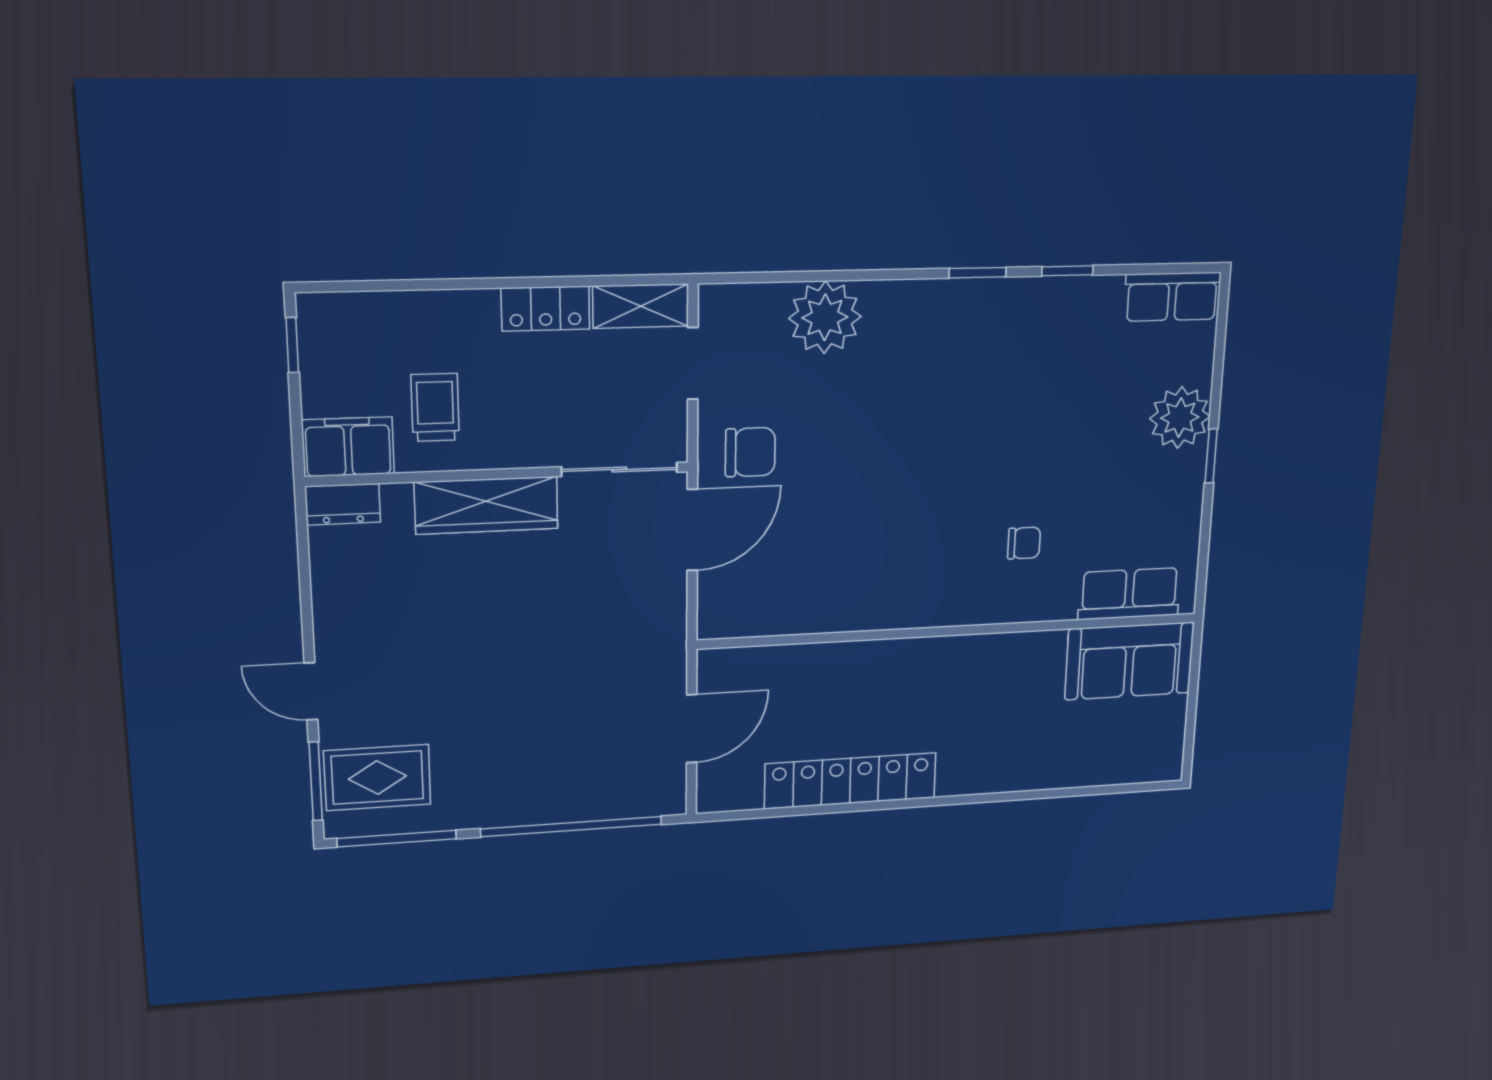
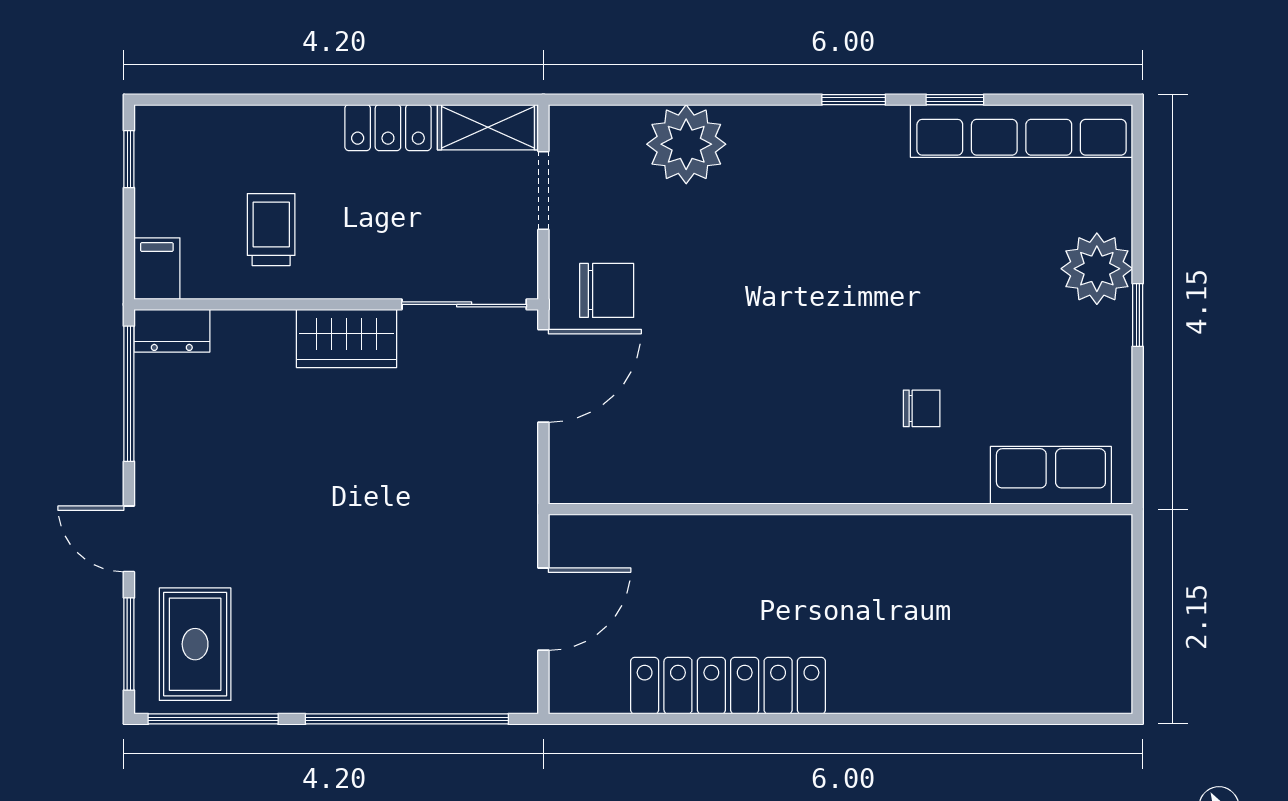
row of seats: (1172, 297) -> (1022, 131), width x2.02
filing cabinet: (348, 447) -> (157, 269), width x0.50
wardrobe: (486, 505) -> (347, 338), width x0.67
window: (304, 563) -> (129, 394), added
sofa: (1129, 661) -> (1057, 558), removed
rug: (377, 778) -> (195, 644), turned 90

